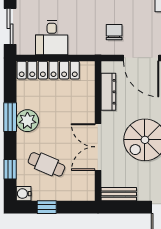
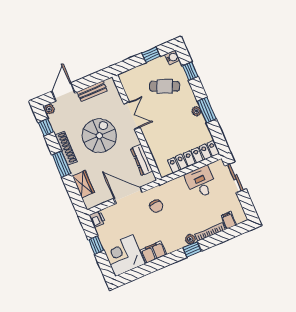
plant: (27, 121) -> (197, 111), width x0.53, depth x0.53
double door: (98, 147) -> (132, 116), width x0.73
bench: (119, 194) -> (92, 91), moved

